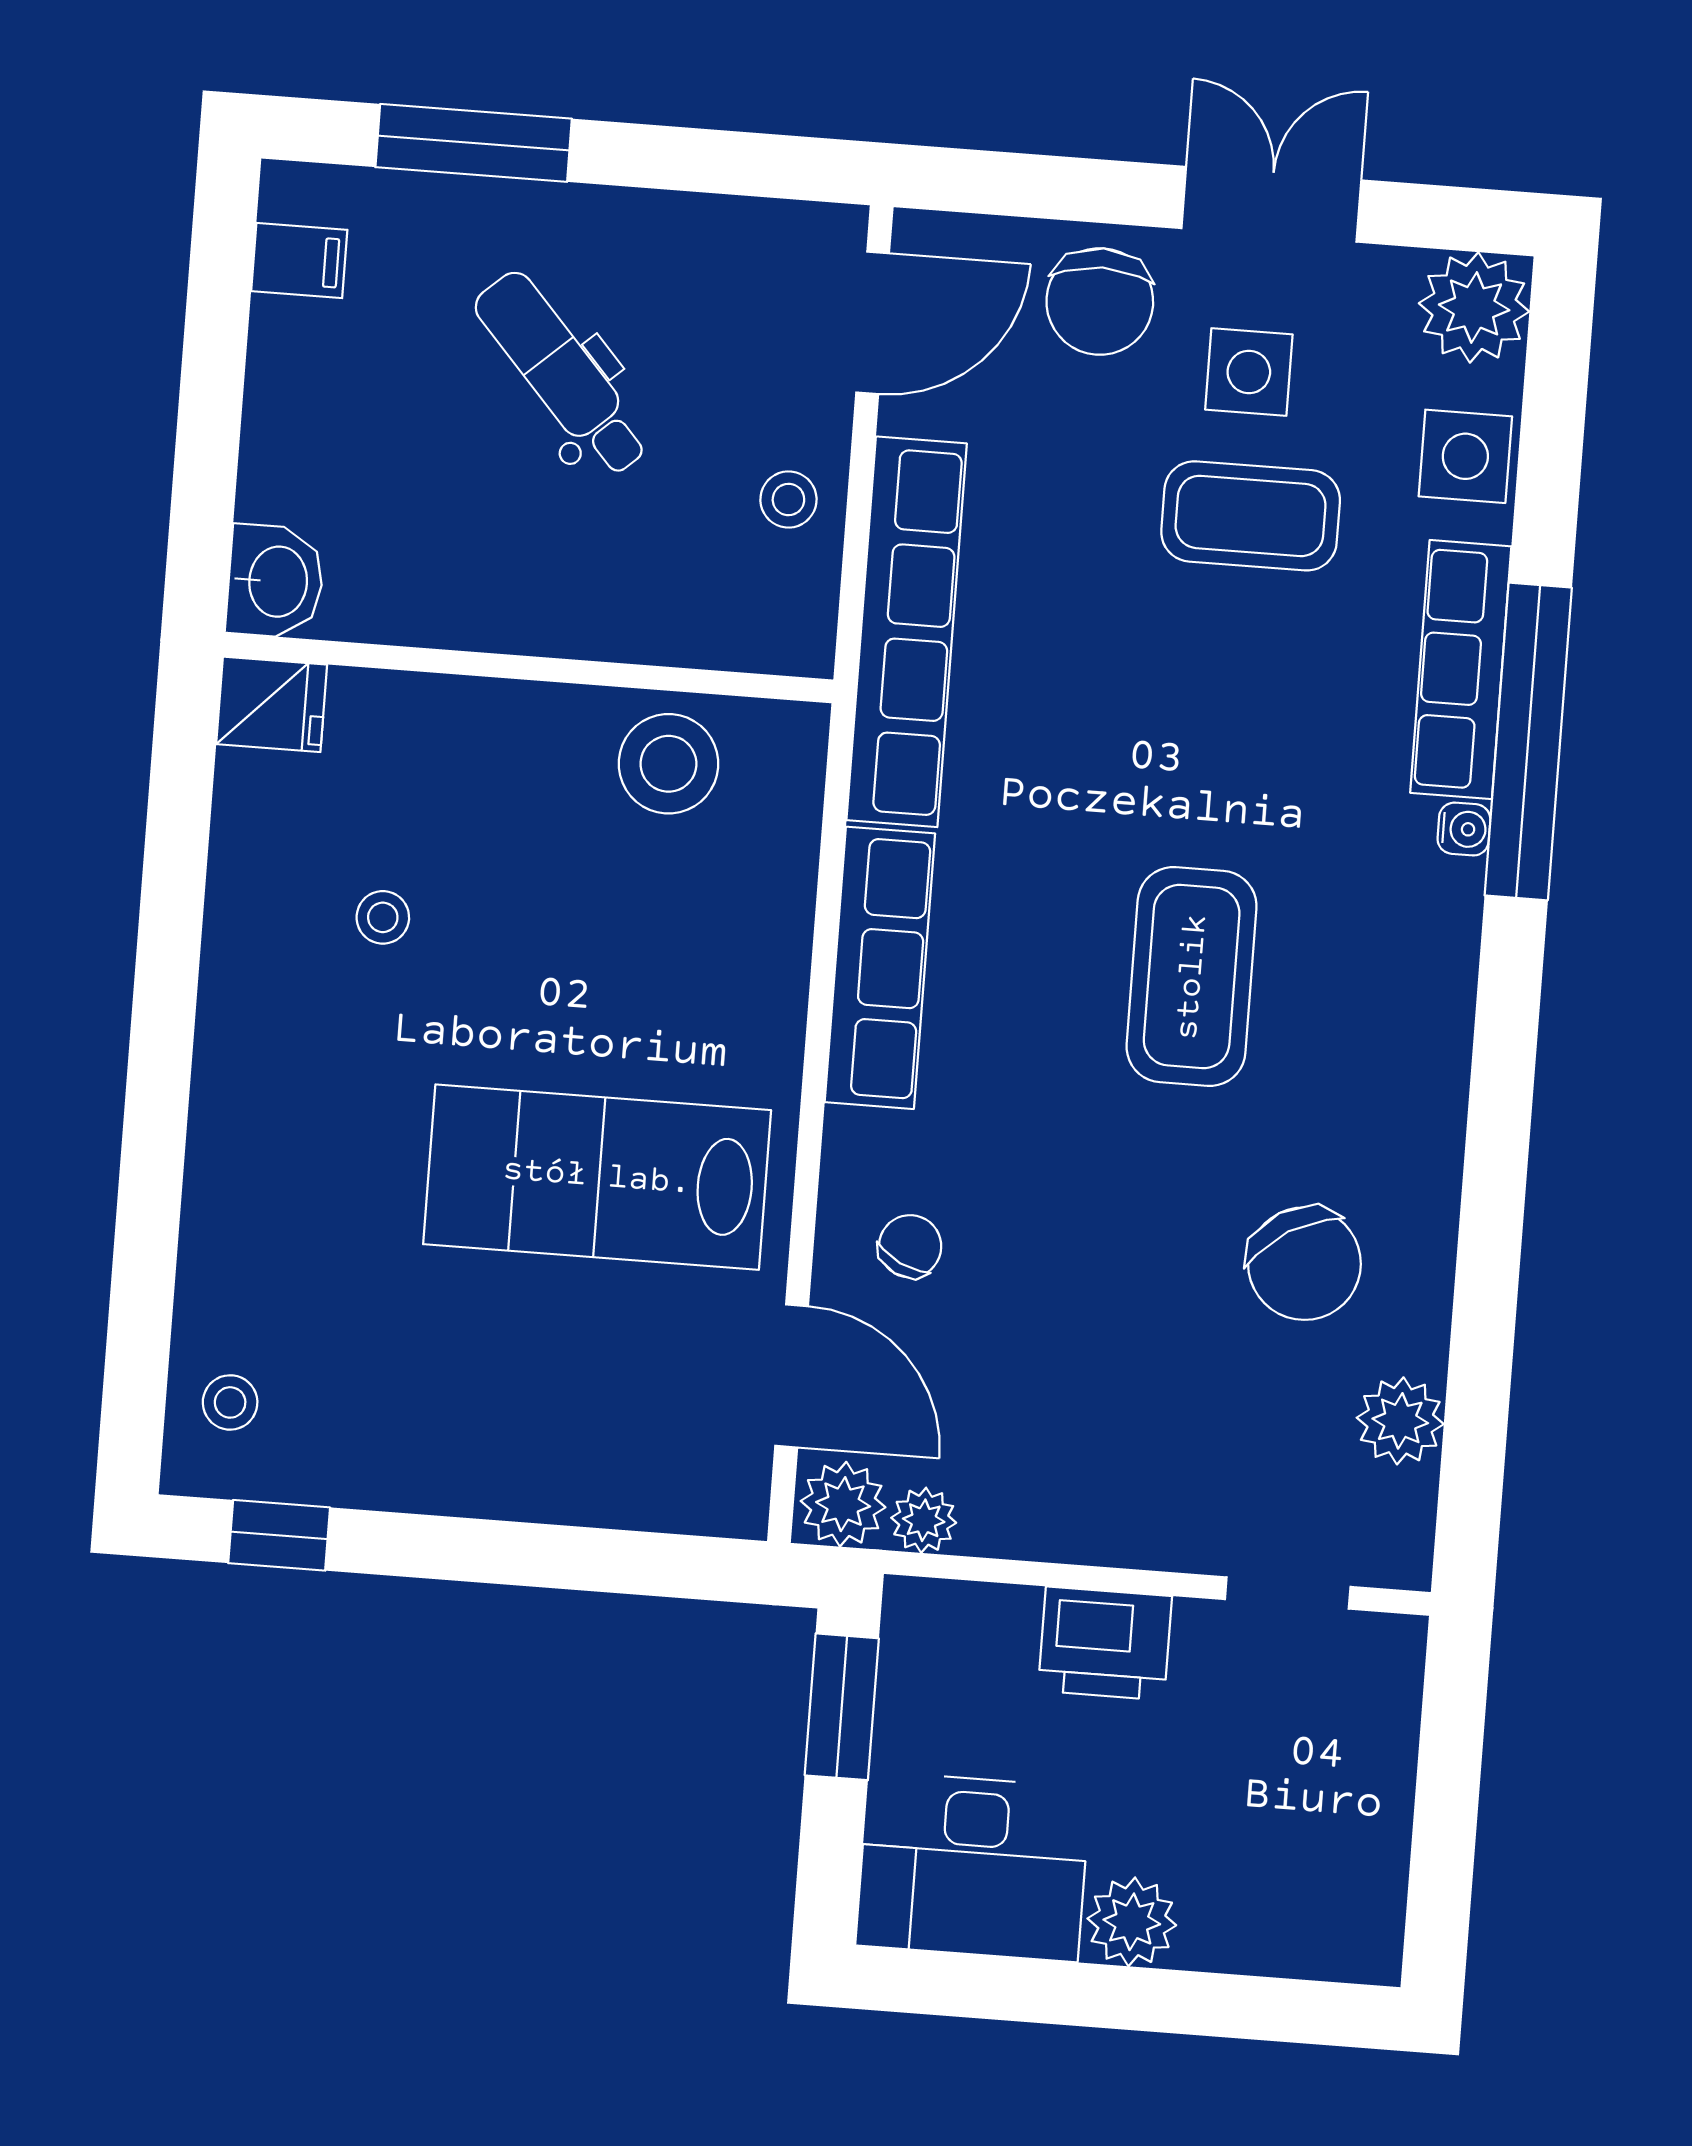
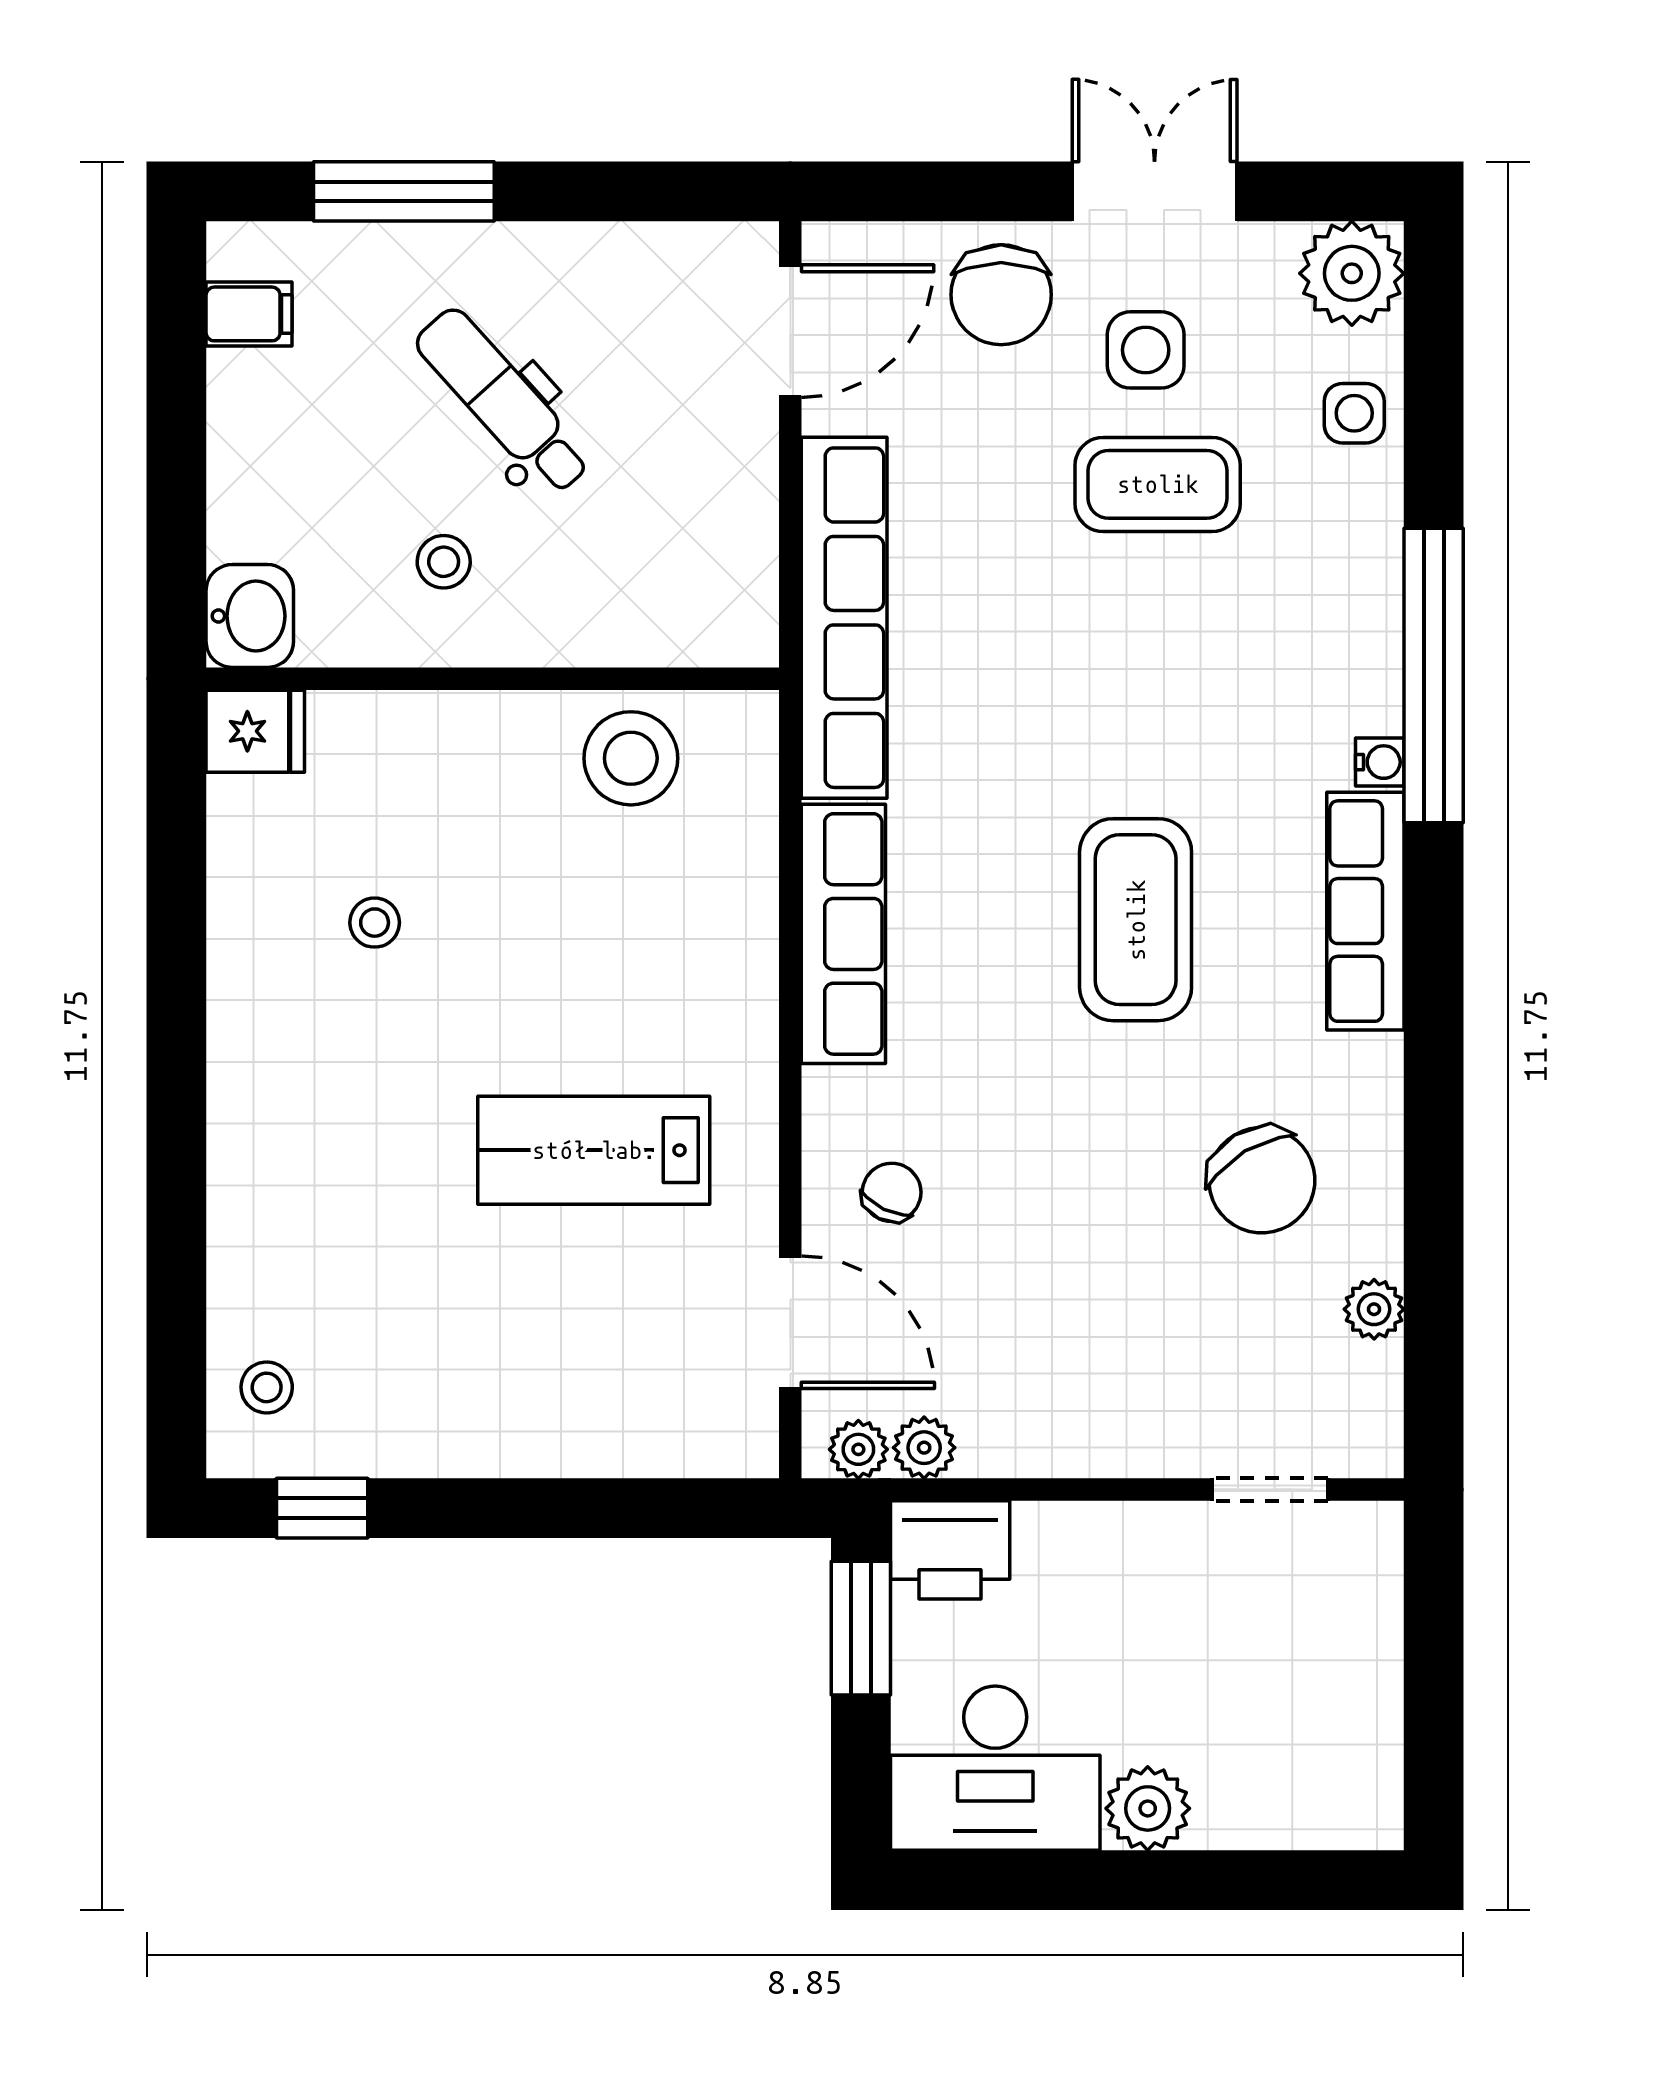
side table: (1465, 456) -> (1354, 413), width x0.73, depth x0.73
stool: (788, 500) -> (444, 562), moved
row of seats: (1461, 670) -> (1365, 911), moved
lab bench: (597, 1177) -> (594, 1150), width x0.73, depth x0.72
plant: (1400, 1421) -> (1374, 1309), width x0.73, depth x0.73
plant: (843, 1504) -> (858, 1449), width x0.73, depth x0.73
printer: (1105, 1643) -> (950, 1550), moved

